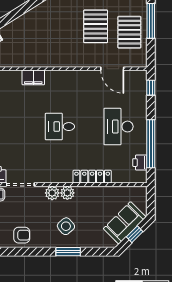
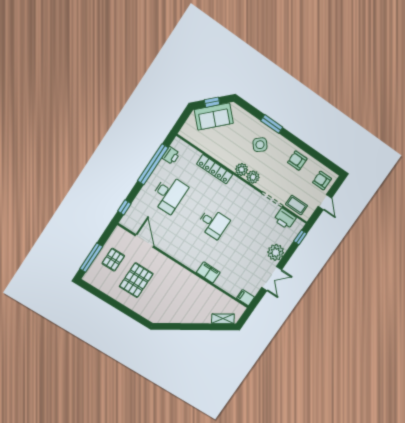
pallet: (129, 32) -> (113, 260), width x0.67, depth x0.71

